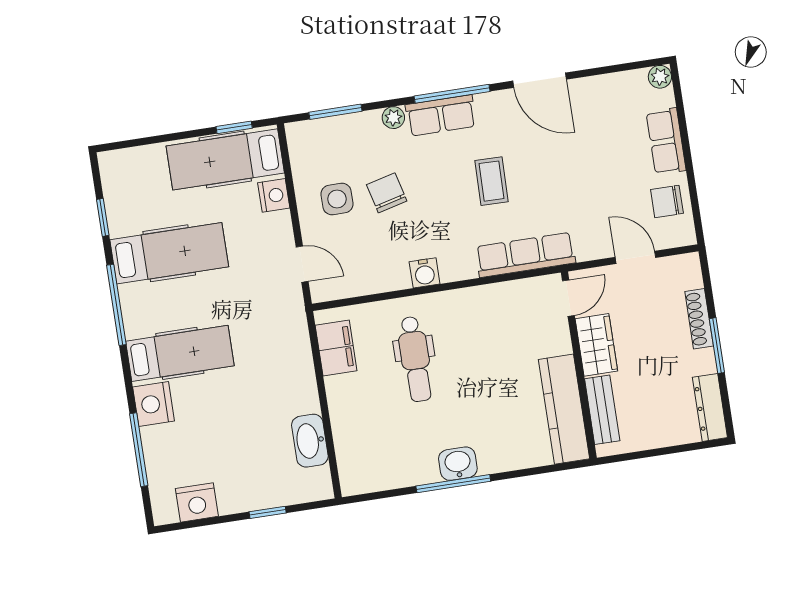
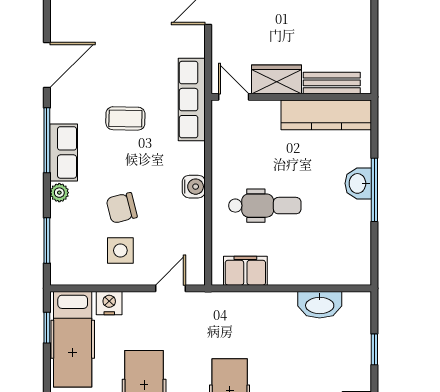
door: (568, 298) -> (234, 97), moved
wardrobe: (596, 345) -> (277, 79), moved
wall: (579, 365) -> (291, 97), moved
kitchen counter: (564, 409) -> (326, 115), moved
bench: (602, 410) -> (332, 83), moved

